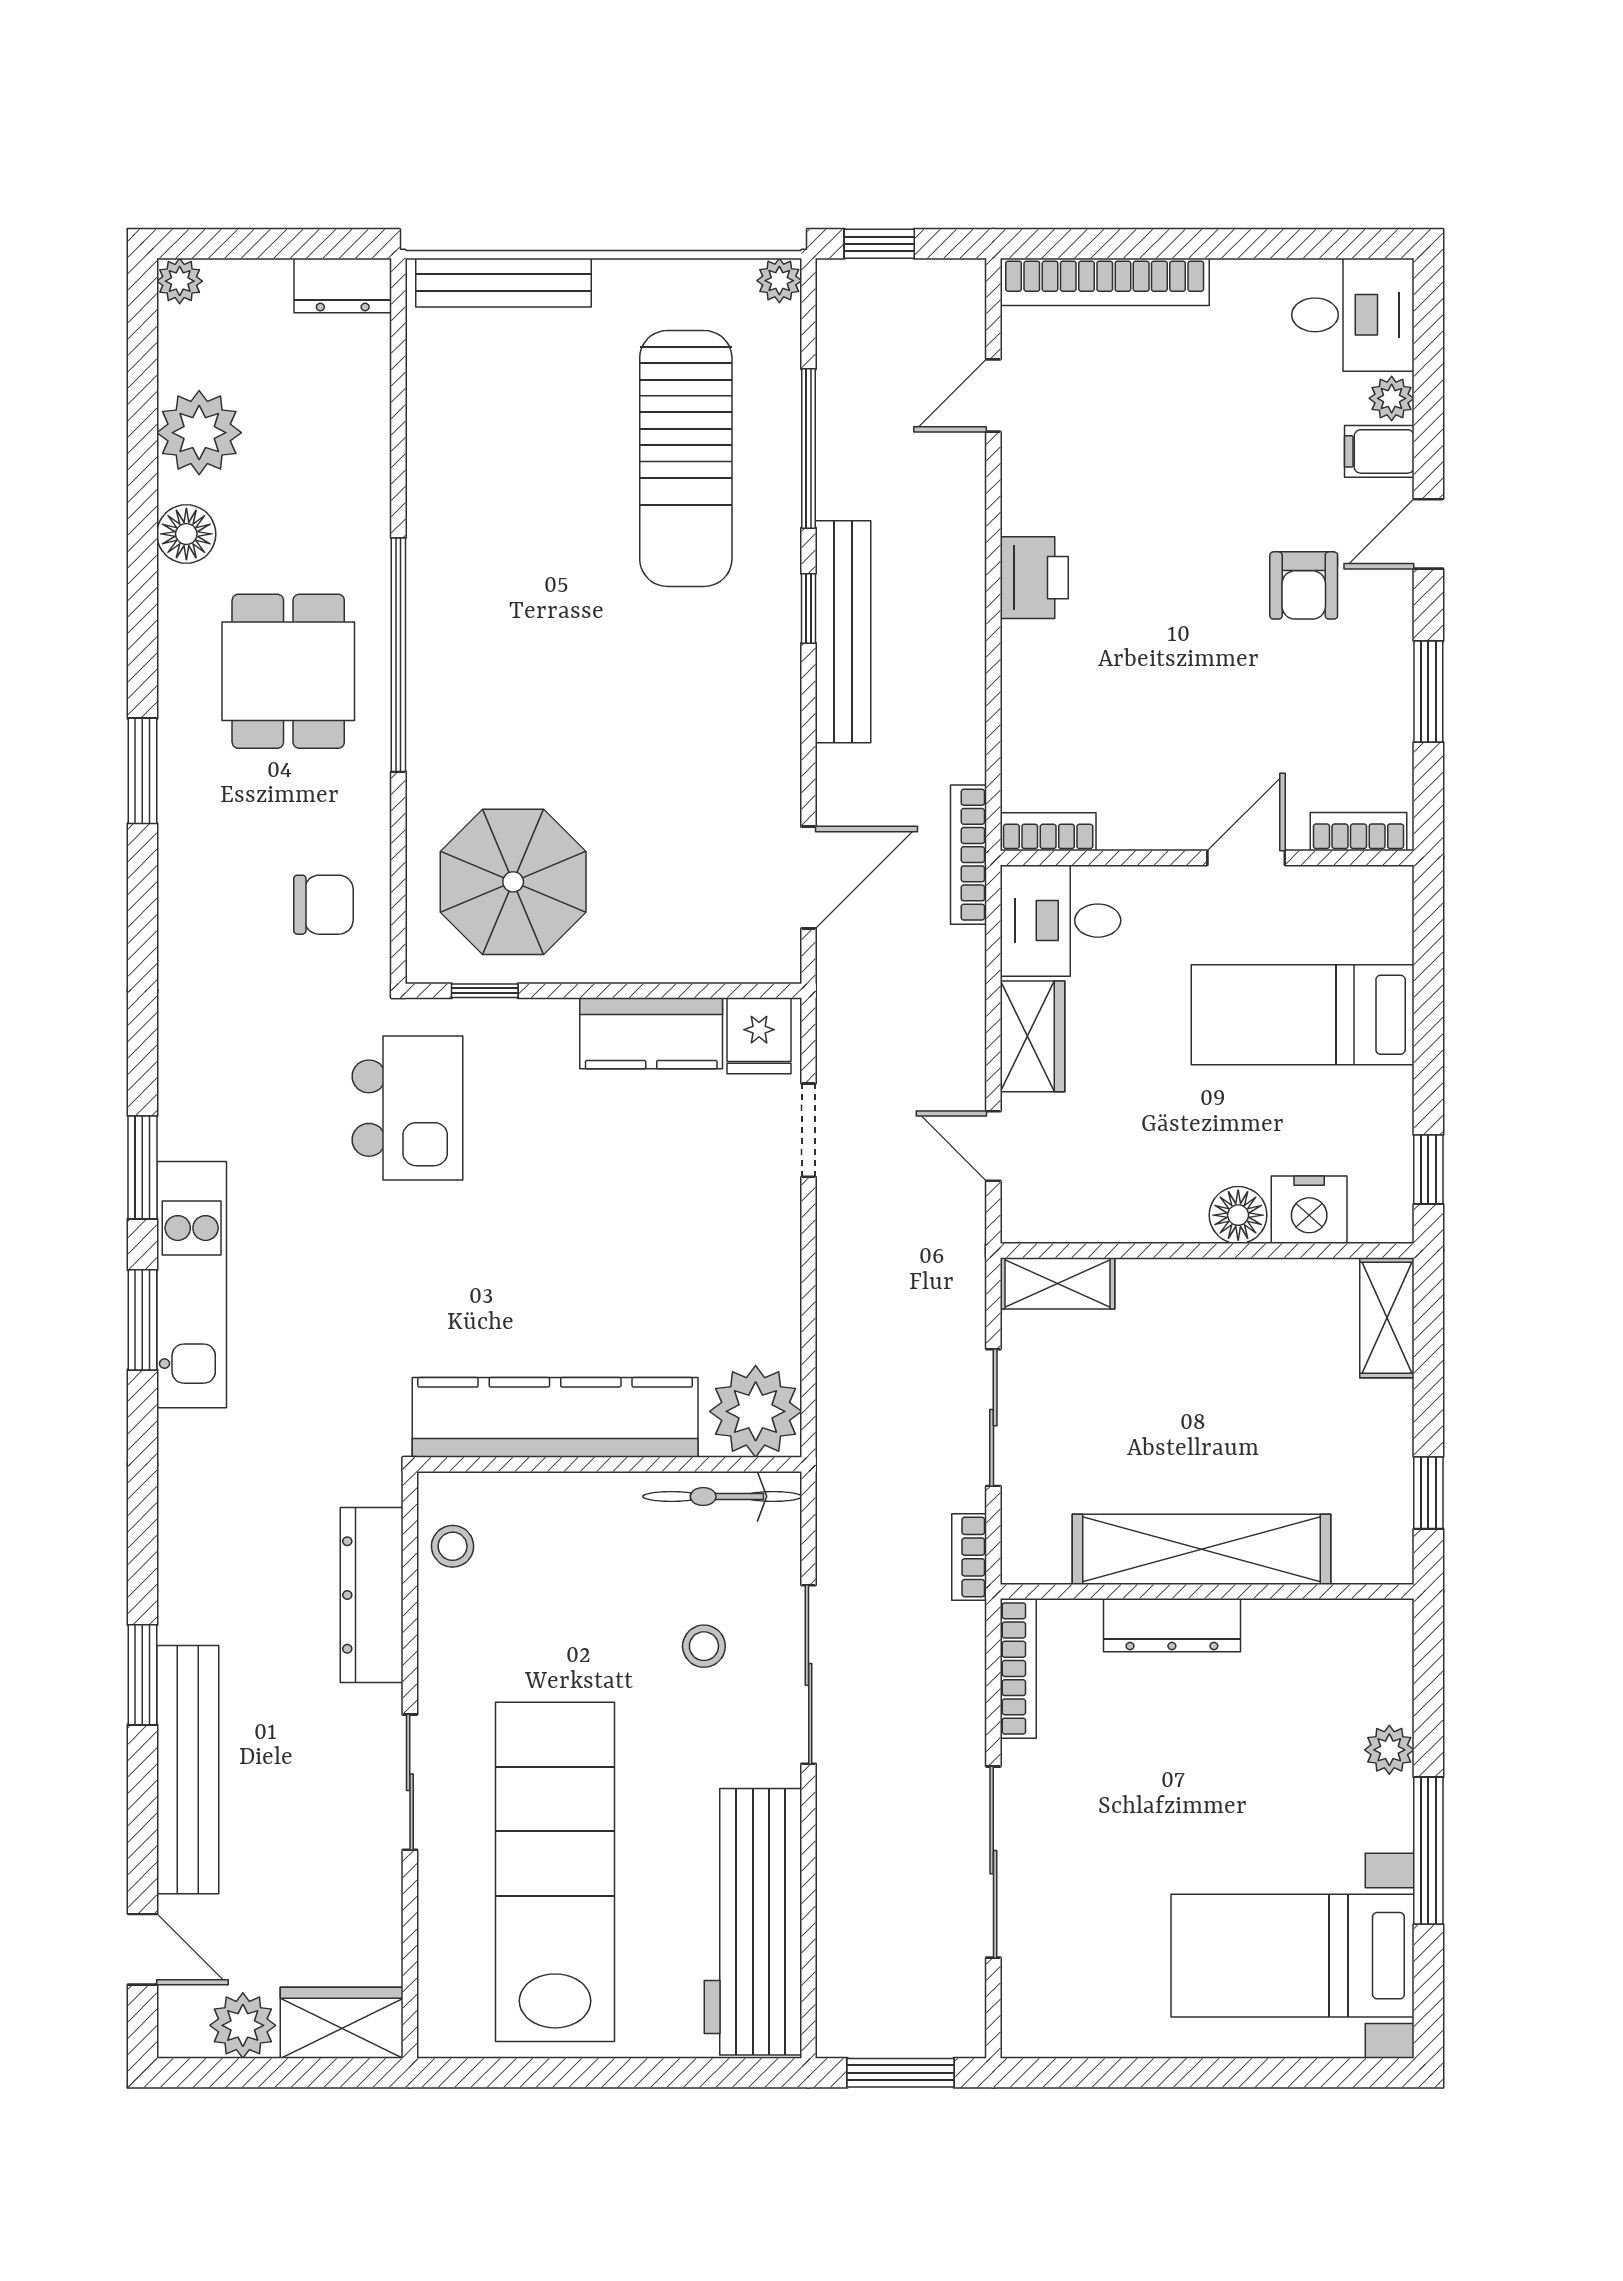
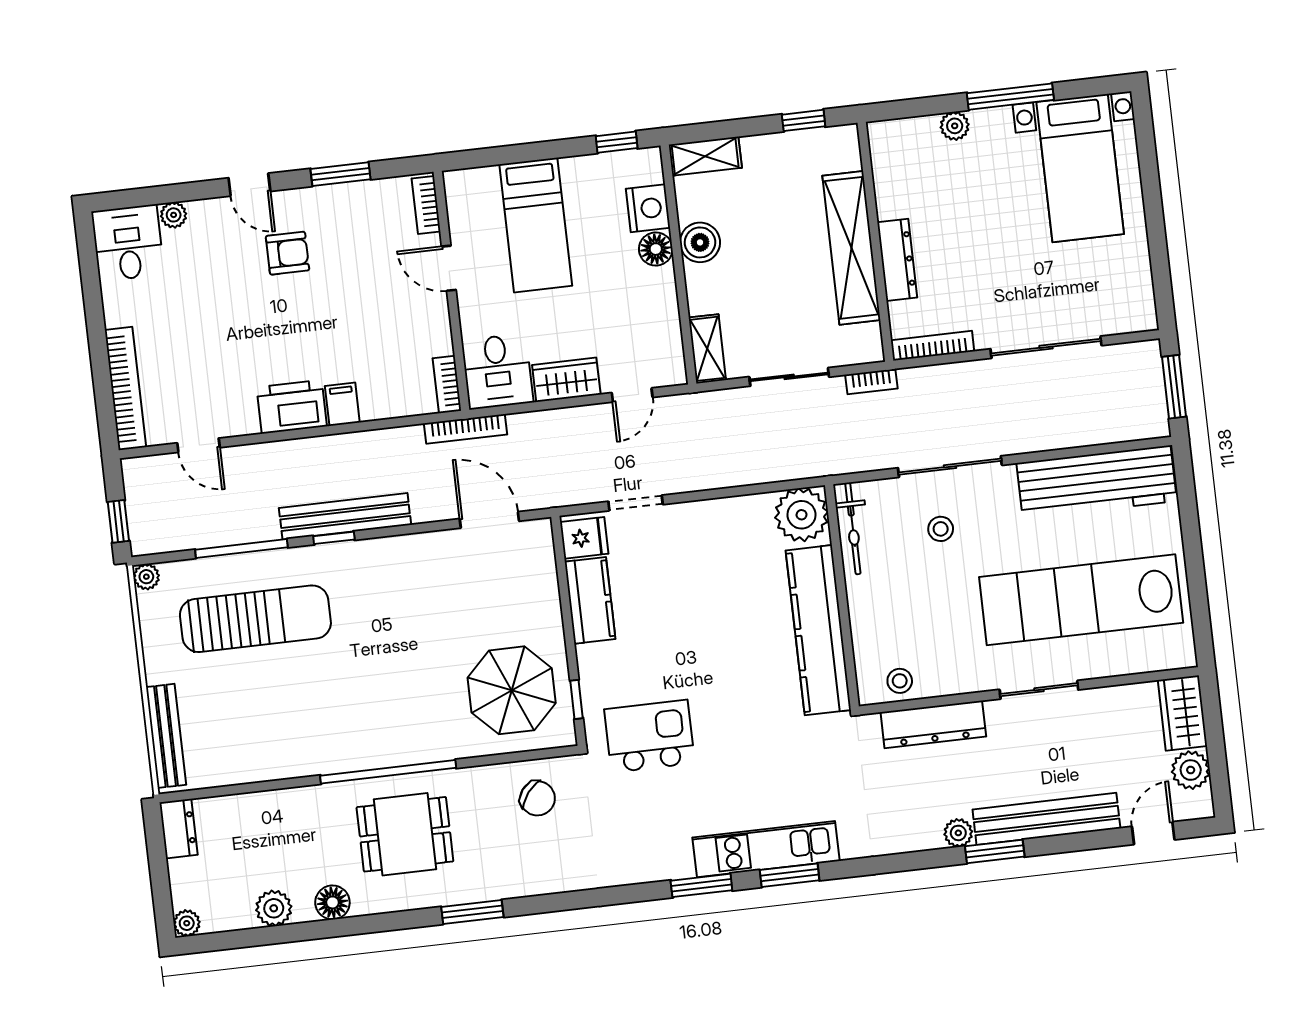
plant: (199, 433) -> (274, 908), width x0.73, depth x0.73
filing cabinet: (1379, 451) -> (342, 404), moved, turned 180
printer: (1034, 578) -> (292, 407), width x1.37, depth x1.19
chair: (324, 905) -> (538, 798), turned 128
boiler: (1241, 1292) -> (700, 242), added
plant: (181, 1616) -> (958, 833), added

